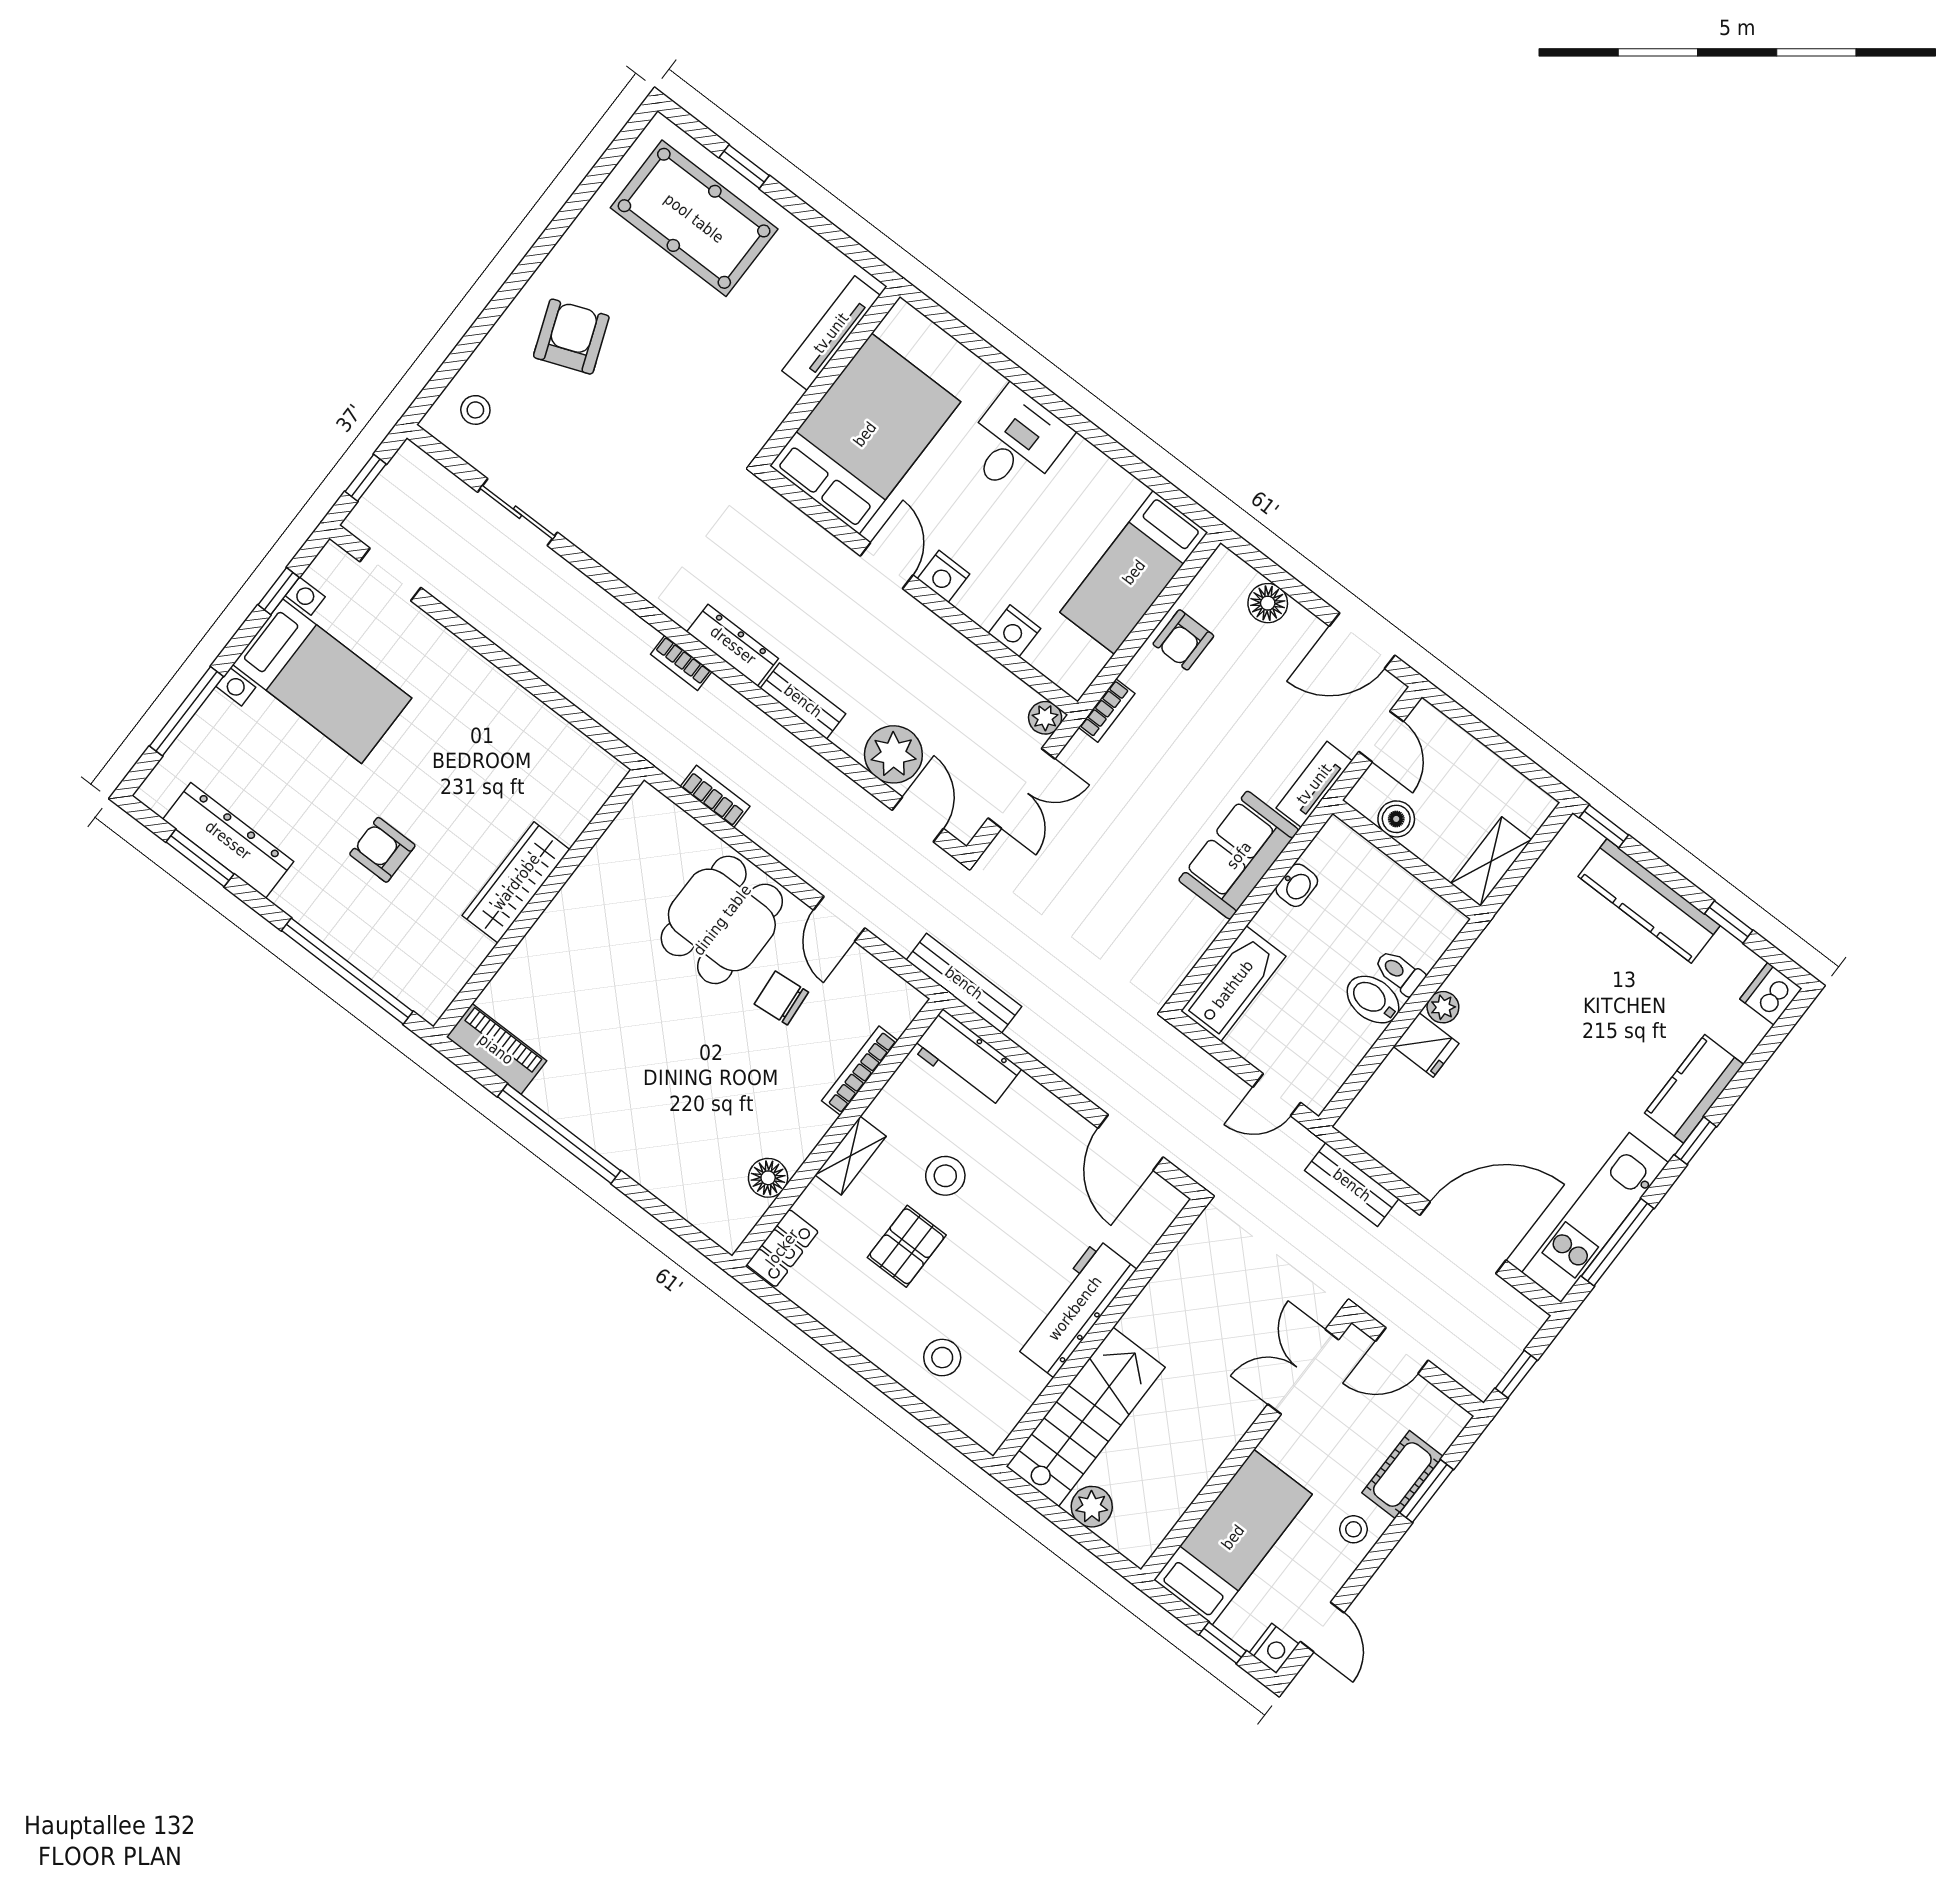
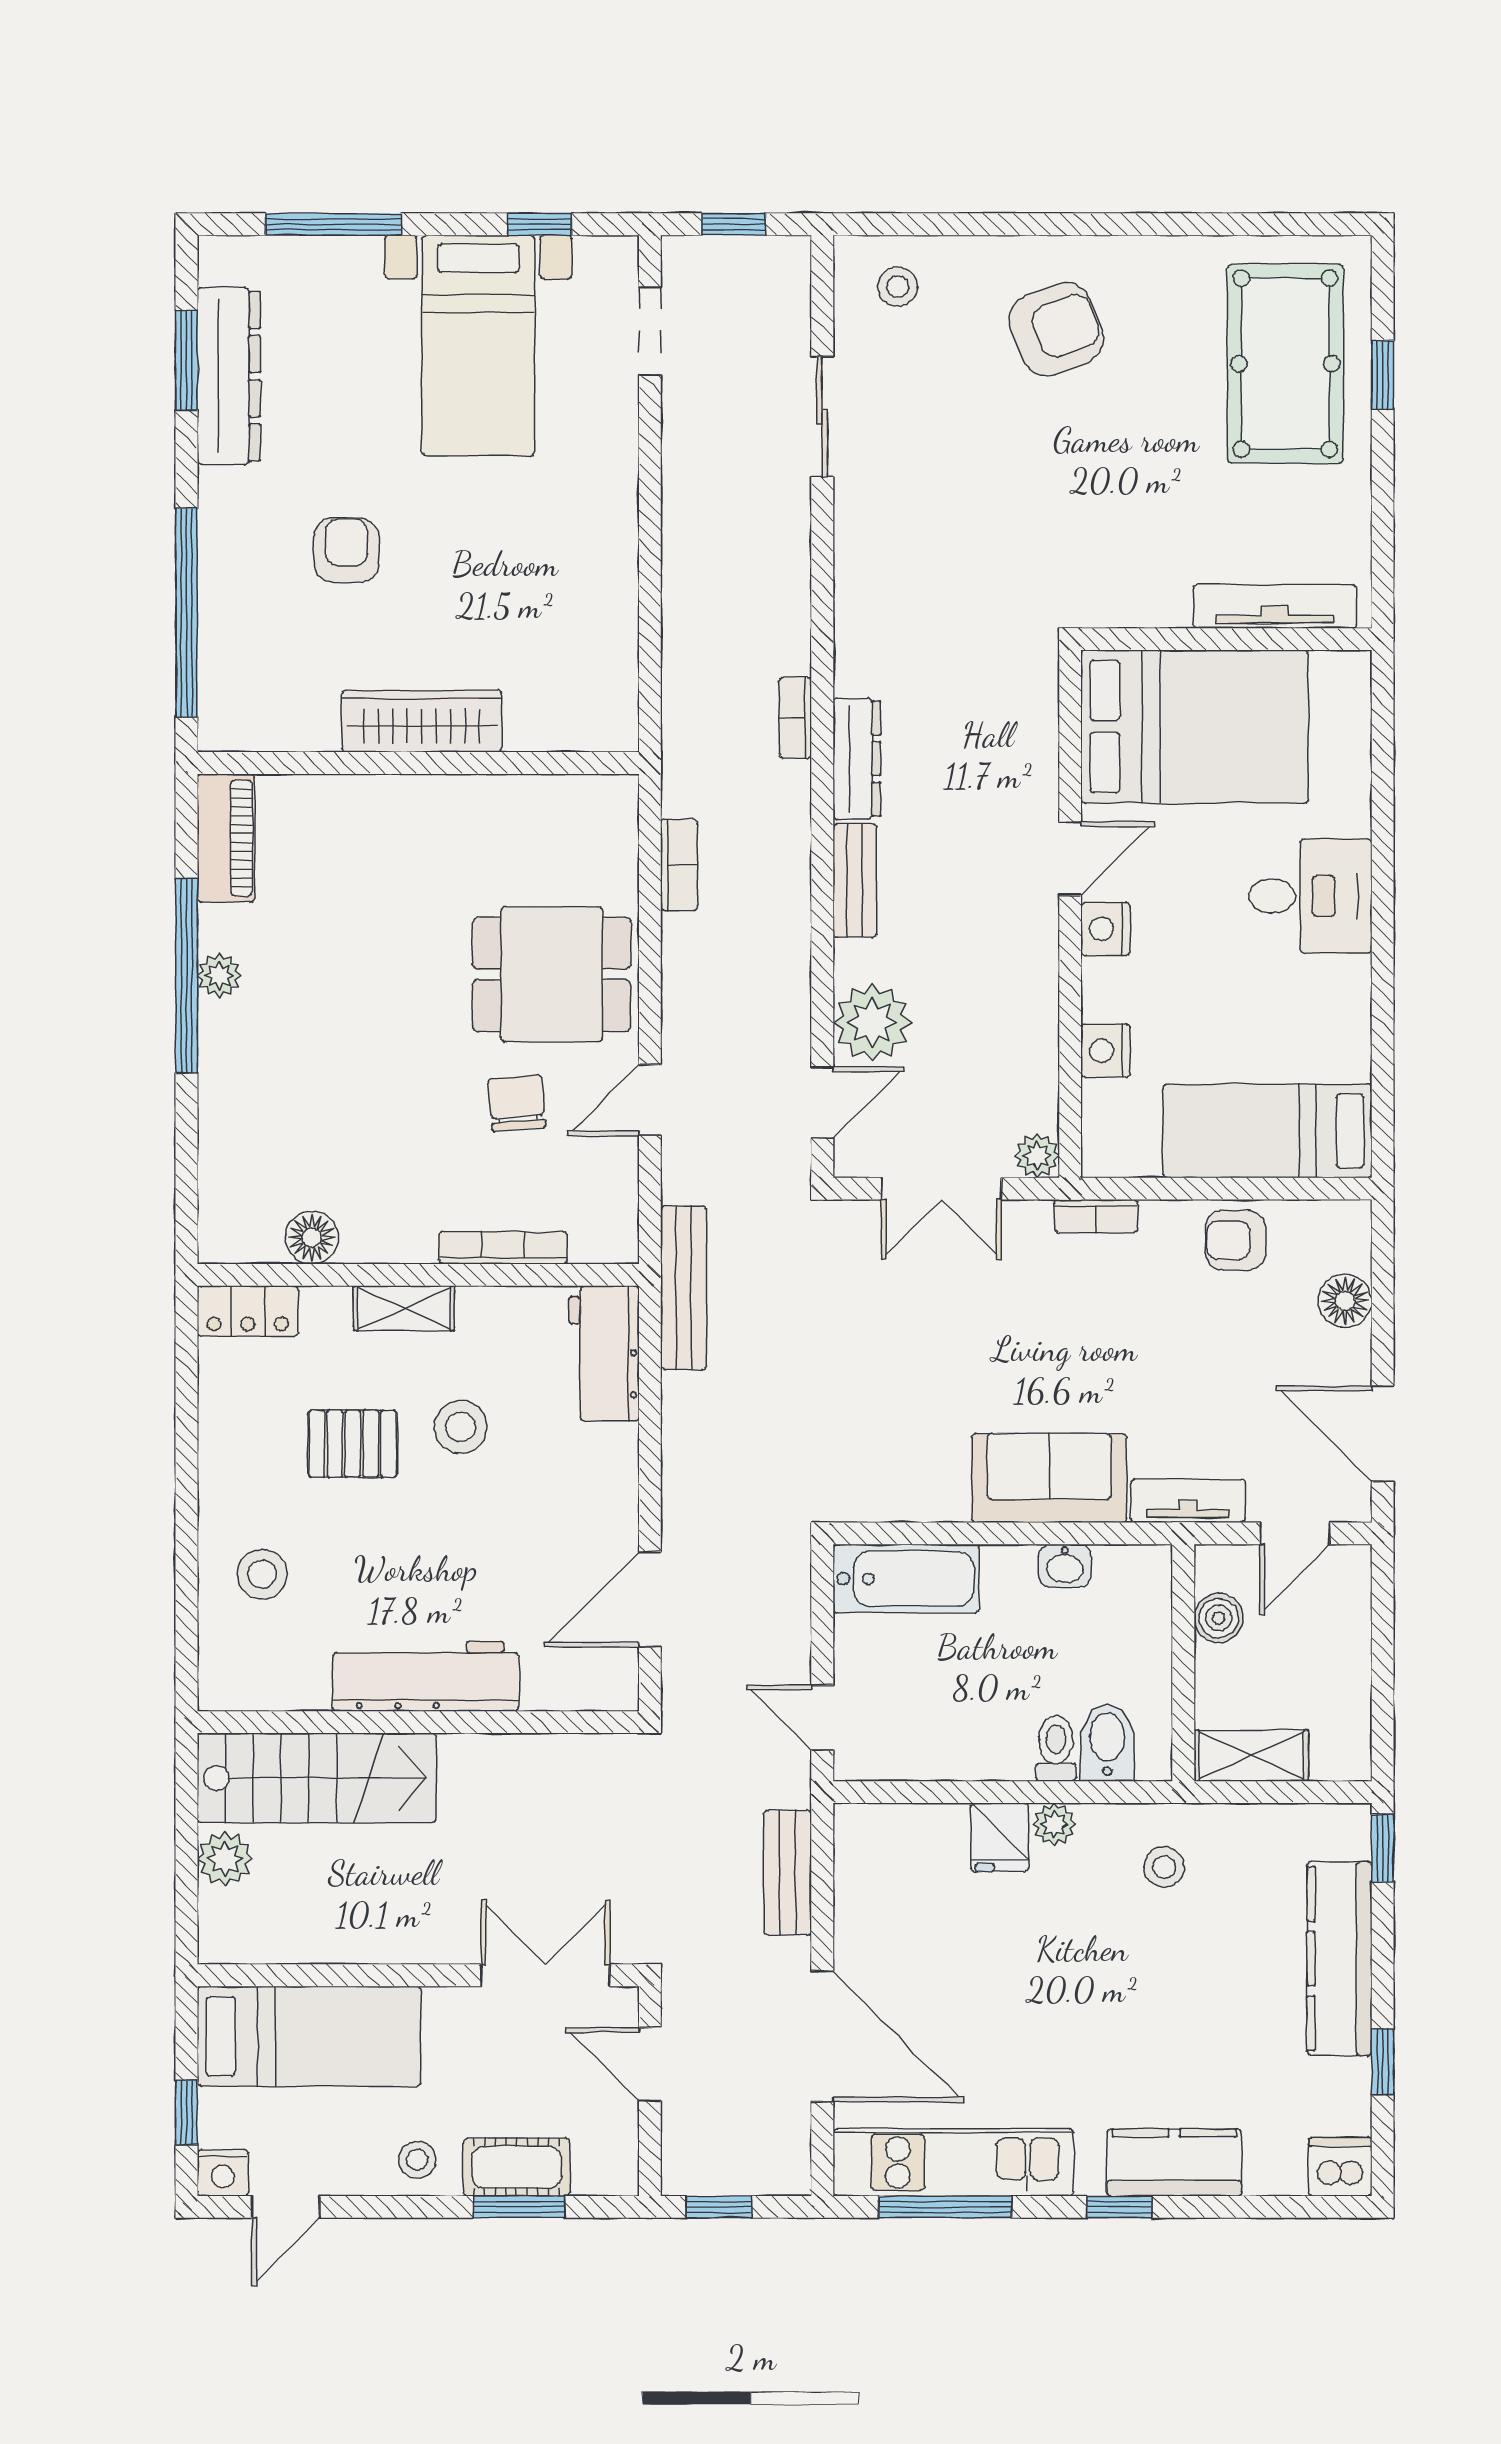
stool: (1517, 962) -> (1164, 1867), added
bidet: (1373, 1000) -> (1107, 1742), moved
plant: (574, 1114) -> (219, 975), added

